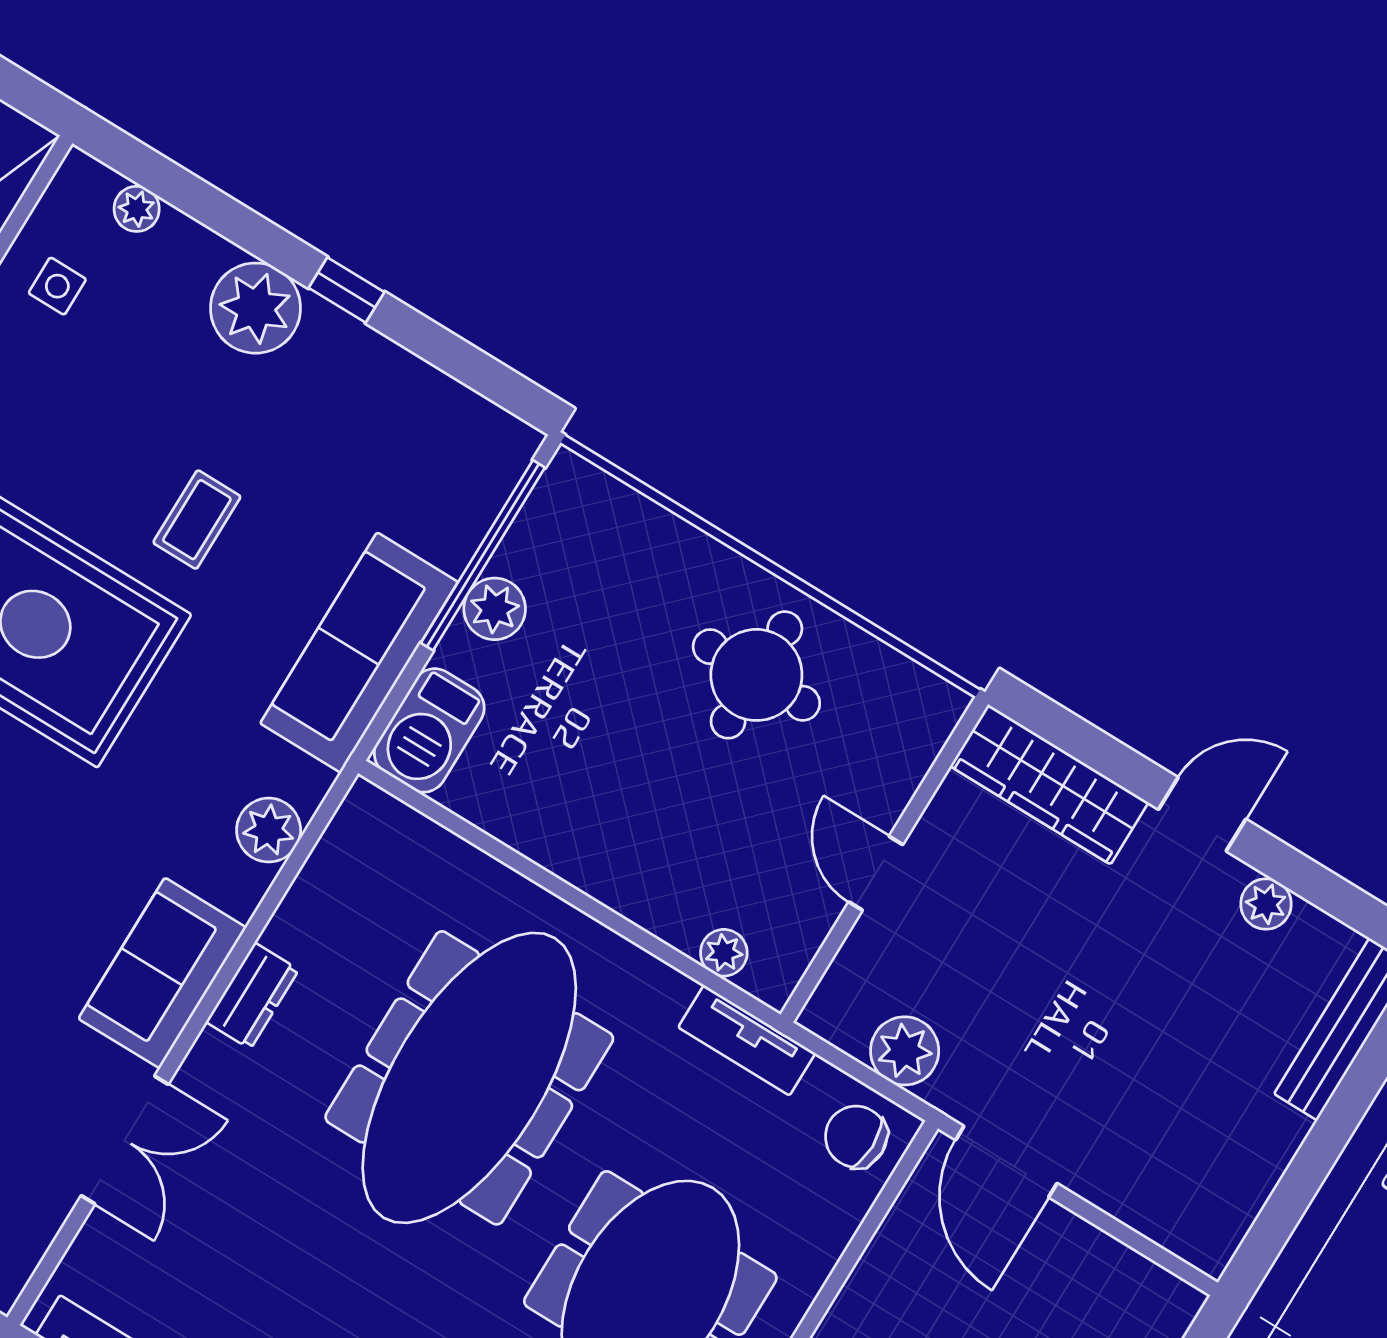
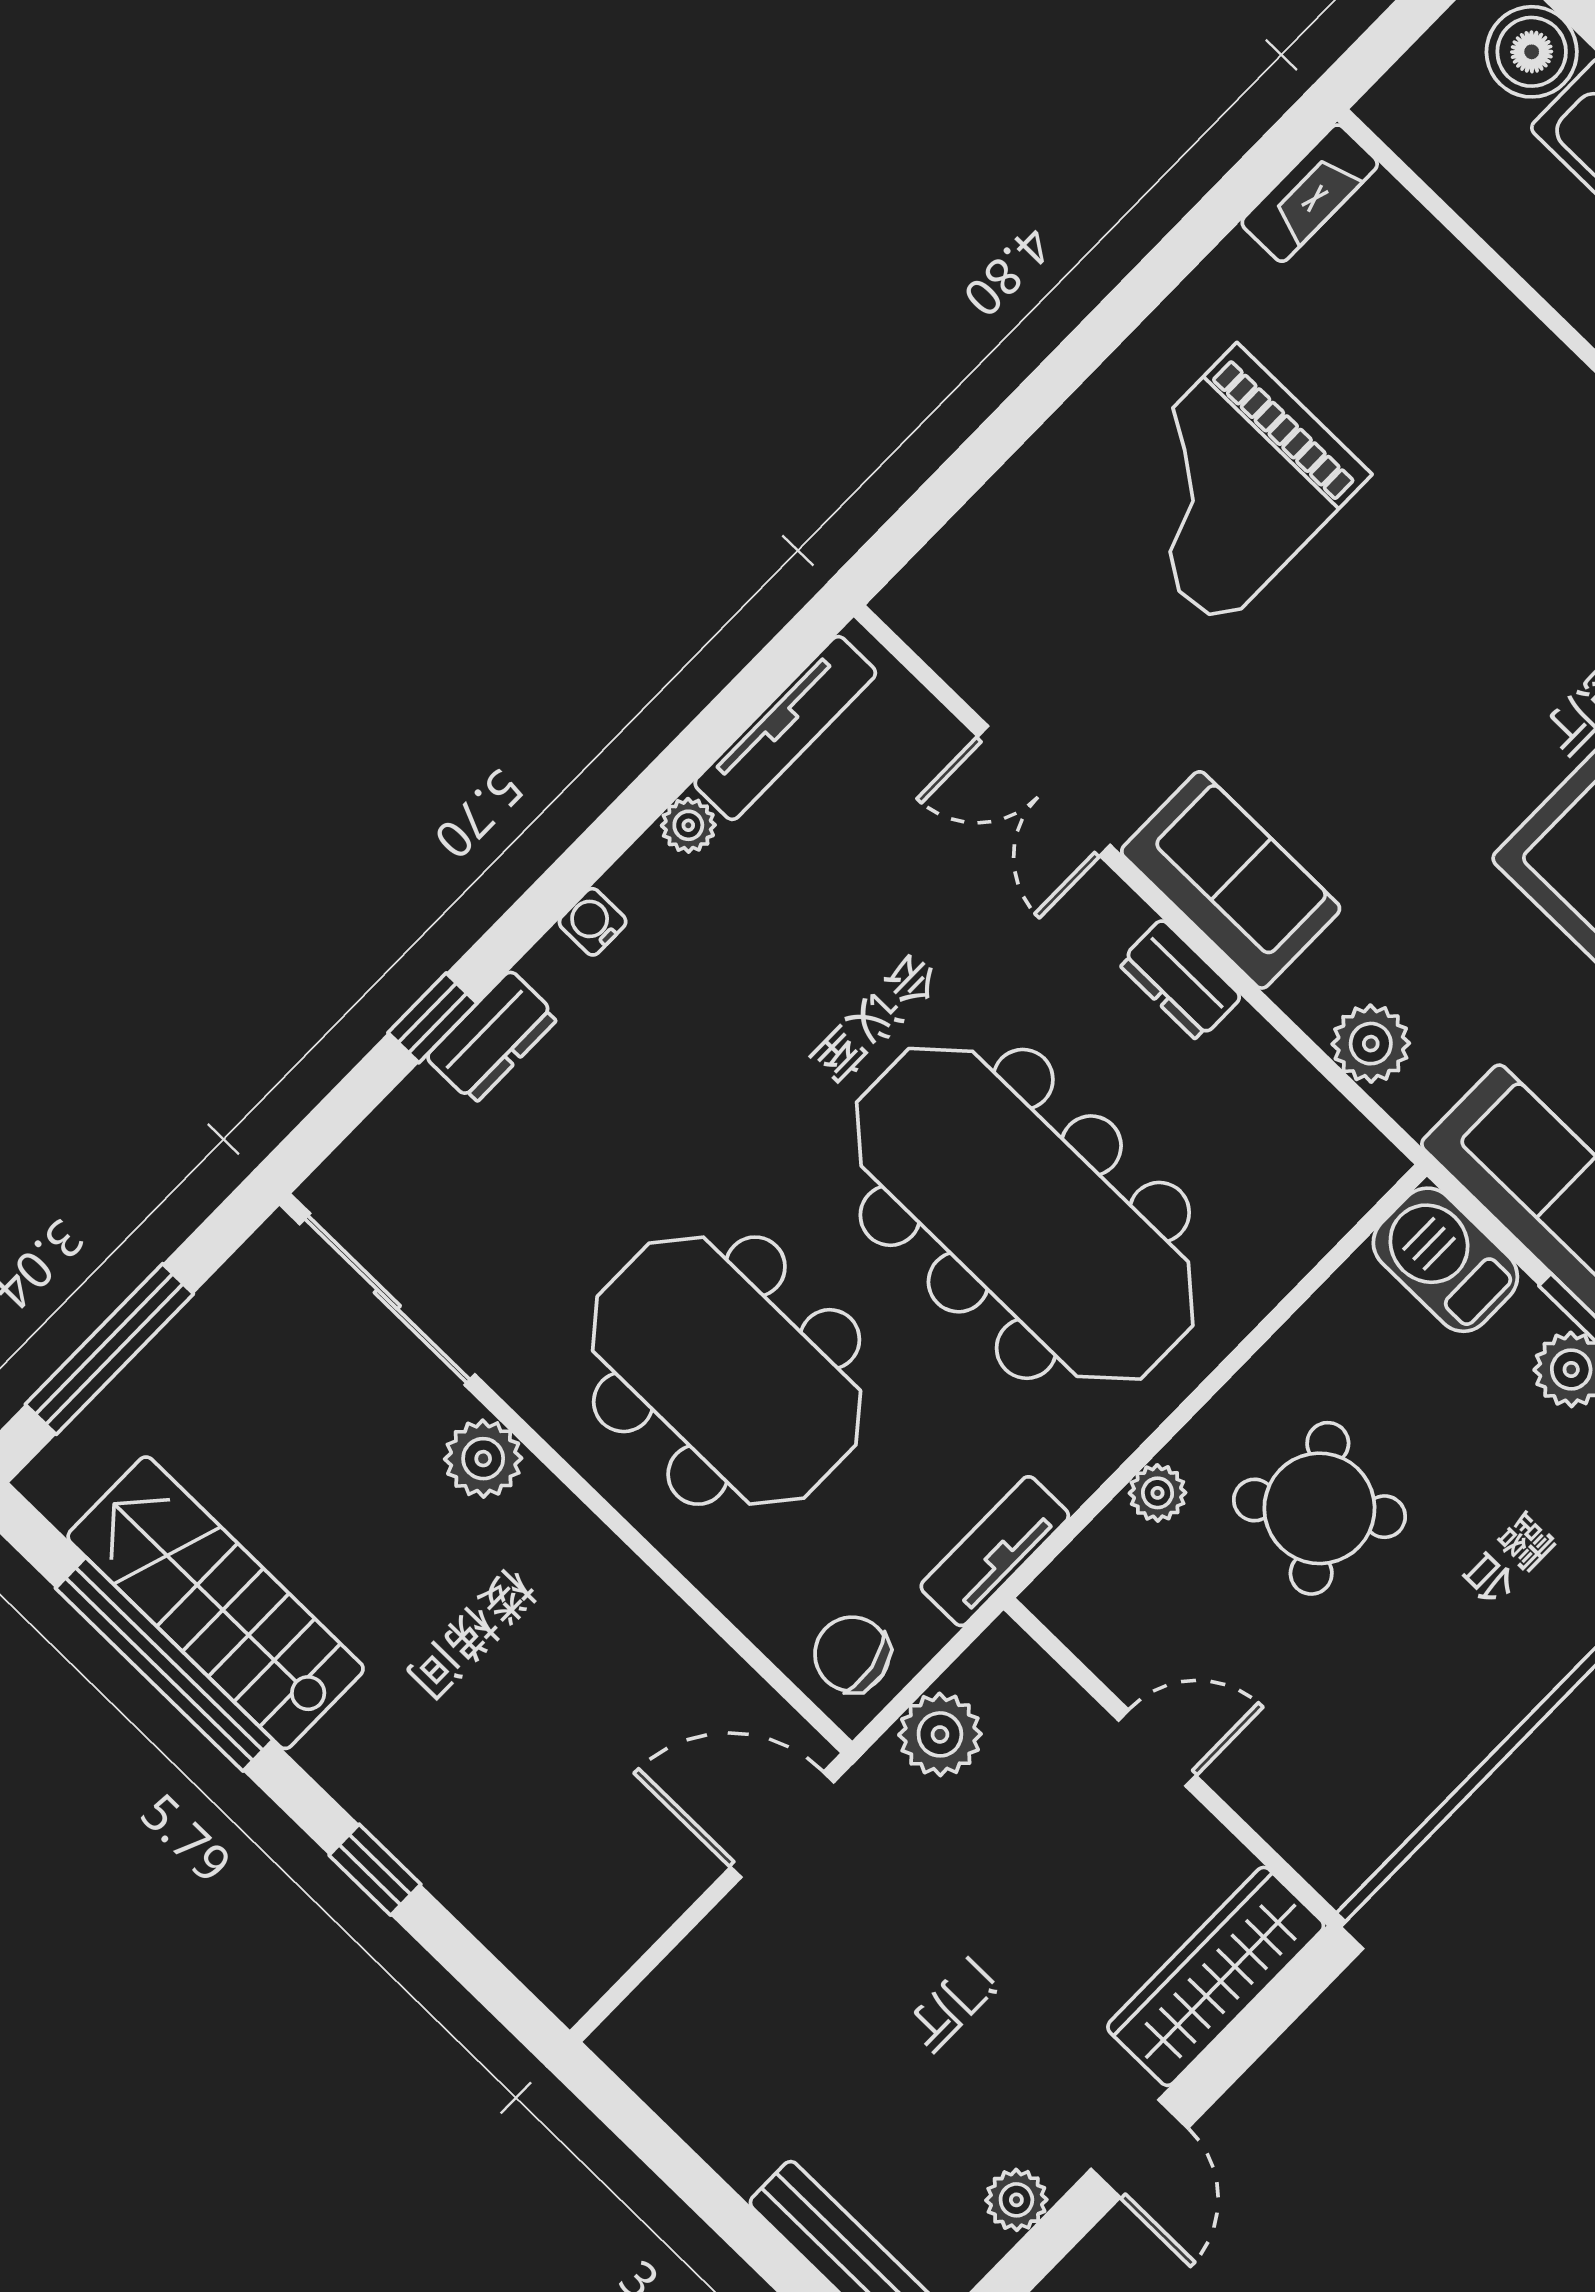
round table: (756, 675) -> (1319, 1508), moved, turned -37
plant: (724, 953) -> (1158, 1493), moved
chair: (856, 1137) -> (852, 1654), turned -101

